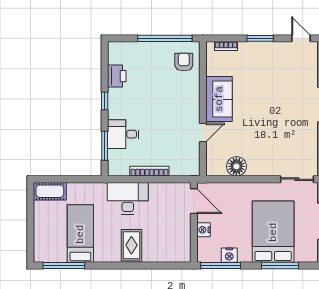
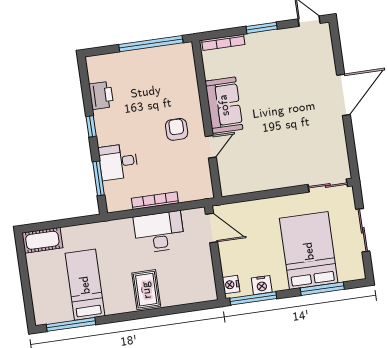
bookcase: (226, 46) -> (223, 42), width x1.56
armchair: (184, 62) -> (177, 129), moved
floor lamp: (236, 166) -> (255, 181), removed
desk: (128, 198) -> (159, 232), moved
nightstand: (203, 230) -> (231, 285), moved

